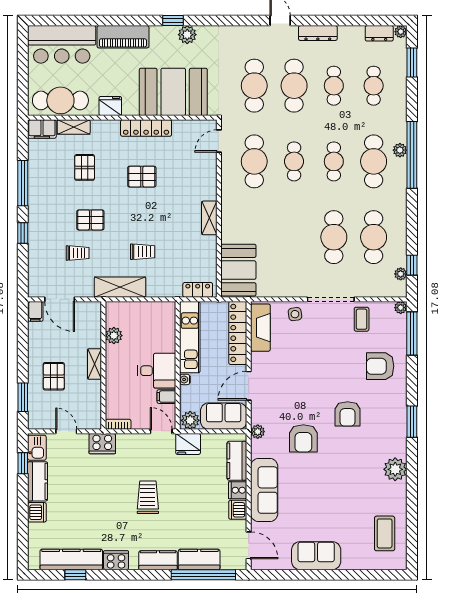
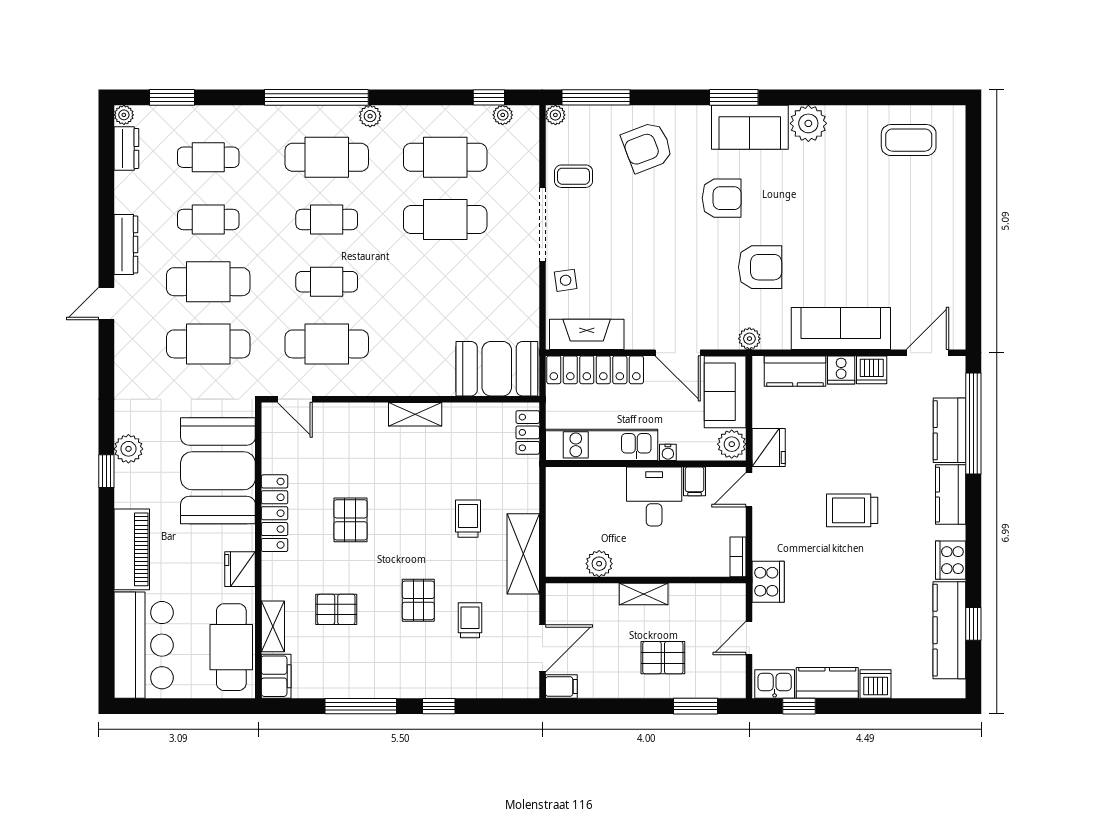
plant: (400, 150) -> (370, 116), moved
armchair: (380, 366) -> (647, 147), turned 69
sofa: (316, 556) -> (750, 127), moved, turned -90

